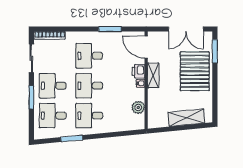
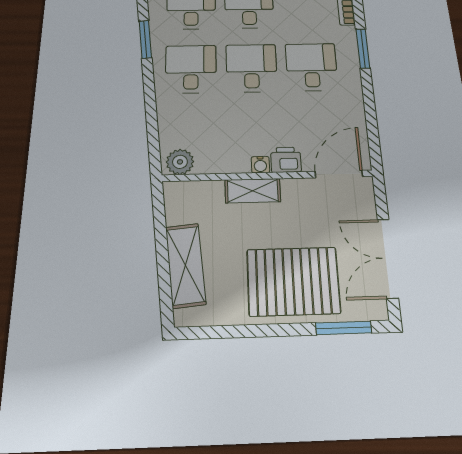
window: (110, 29) -> (363, 48), moved
shelving: (153, 75) -> (253, 191), moved
plant: (138, 107) -> (180, 162), moved

